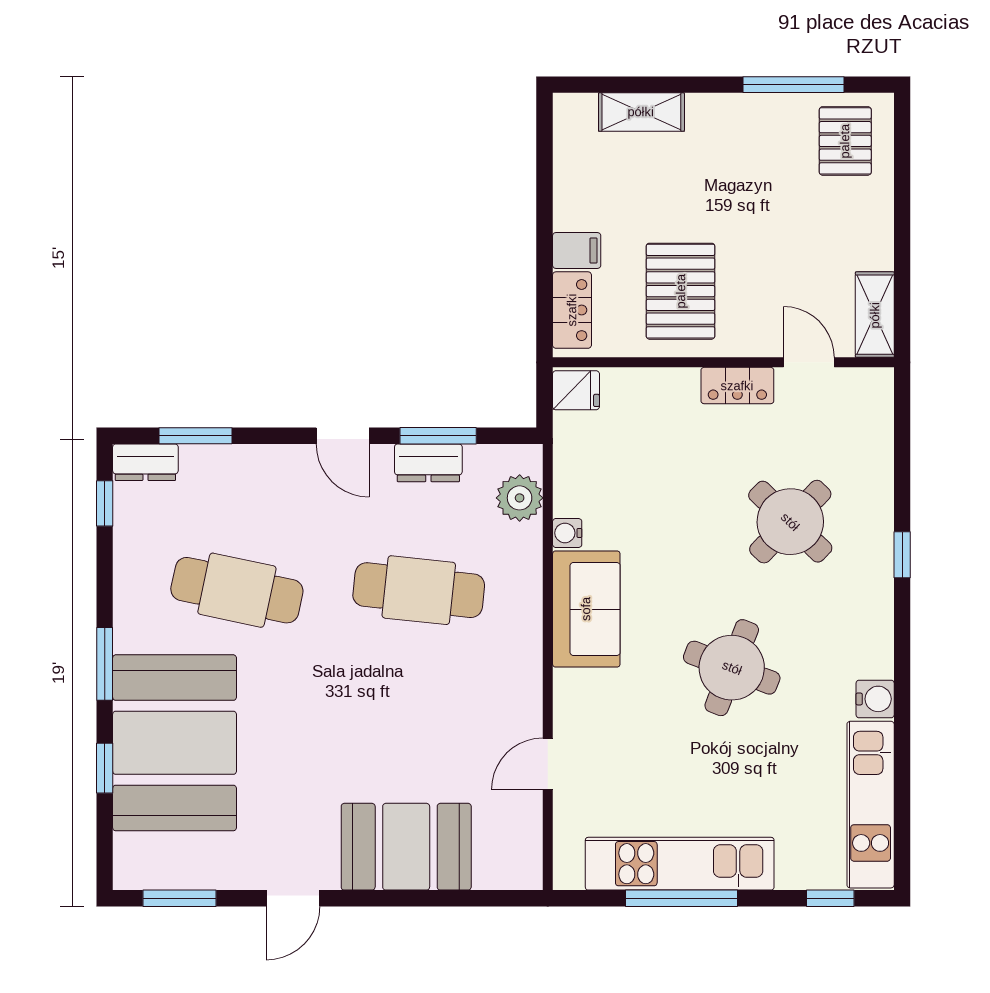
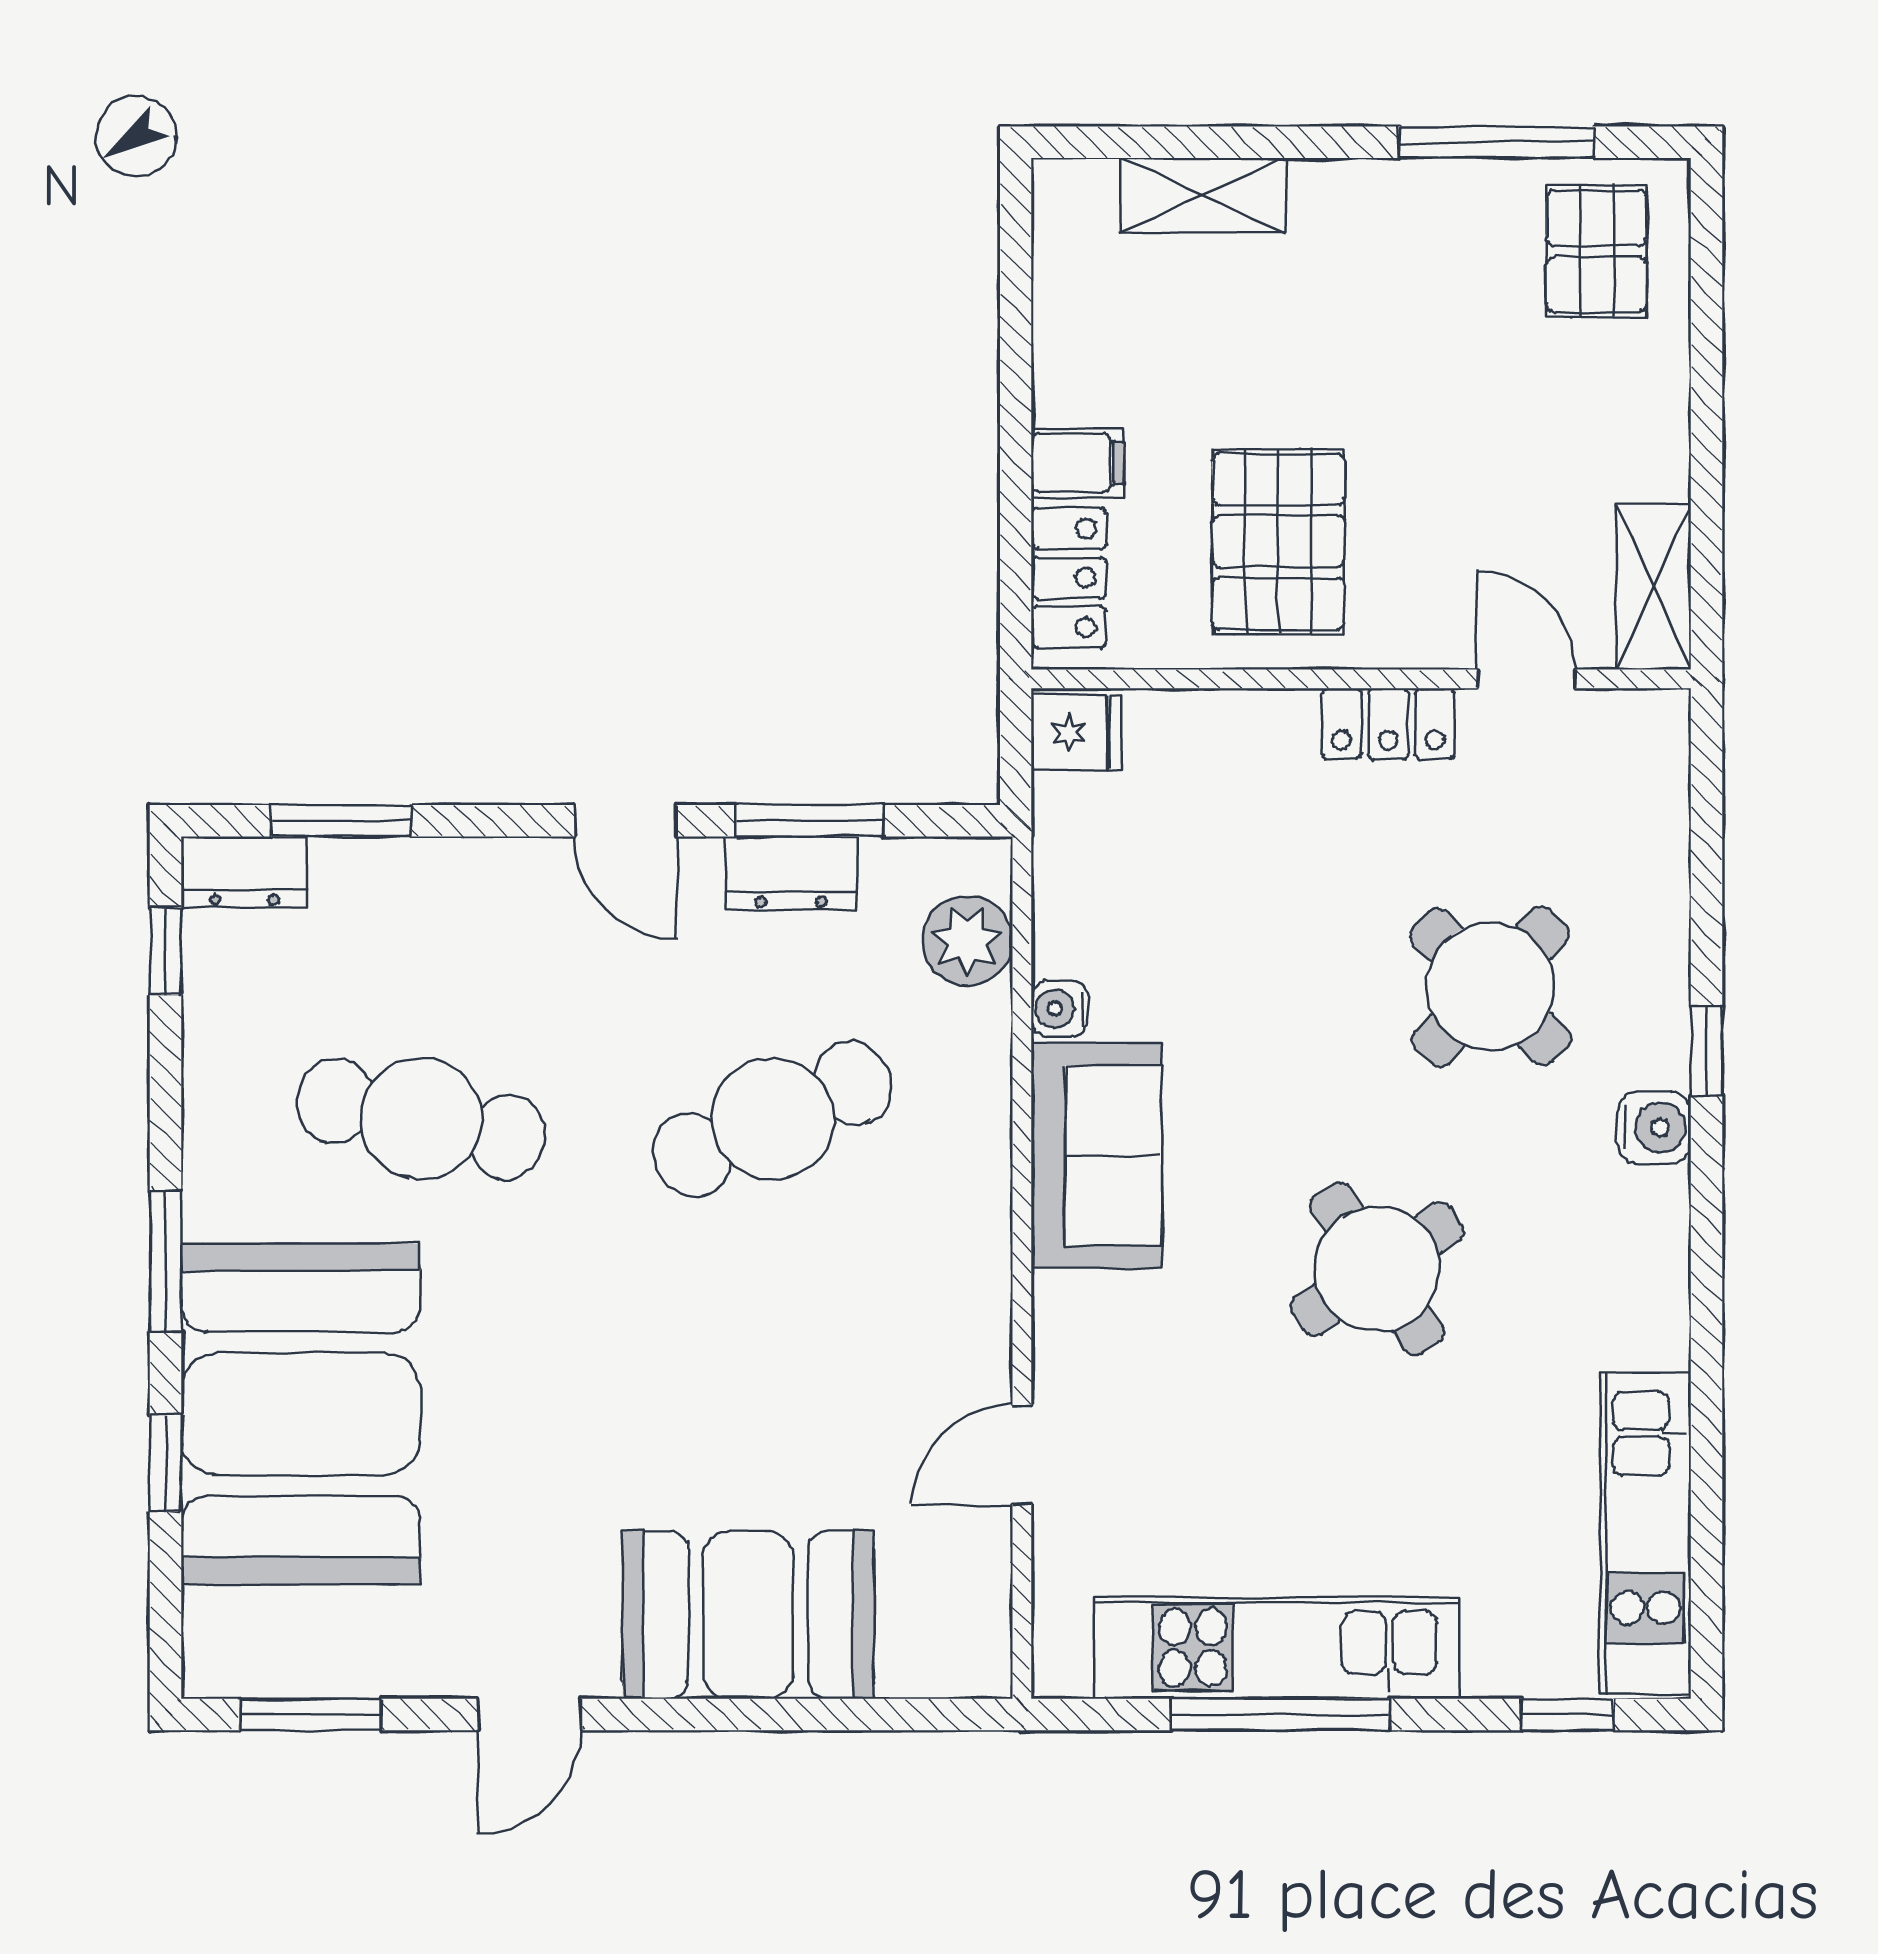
cafe table: (419, 590) -> (772, 1119), turned -30
round table: (732, 668) -> (1377, 1269), turned 35
water cooler: (875, 699) -> (1654, 1128), moved

